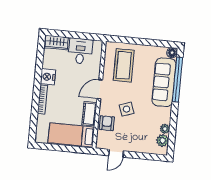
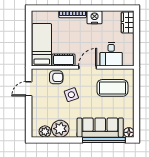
desk: (80, 51) -> (111, 54), moved, turned 90
door: (100, 89) -> (88, 67), hinge flipped
plant: (165, 129) -> (60, 129), width x1.87, depth x1.87
door: (116, 153) -> (29, 89), hinge flipped

